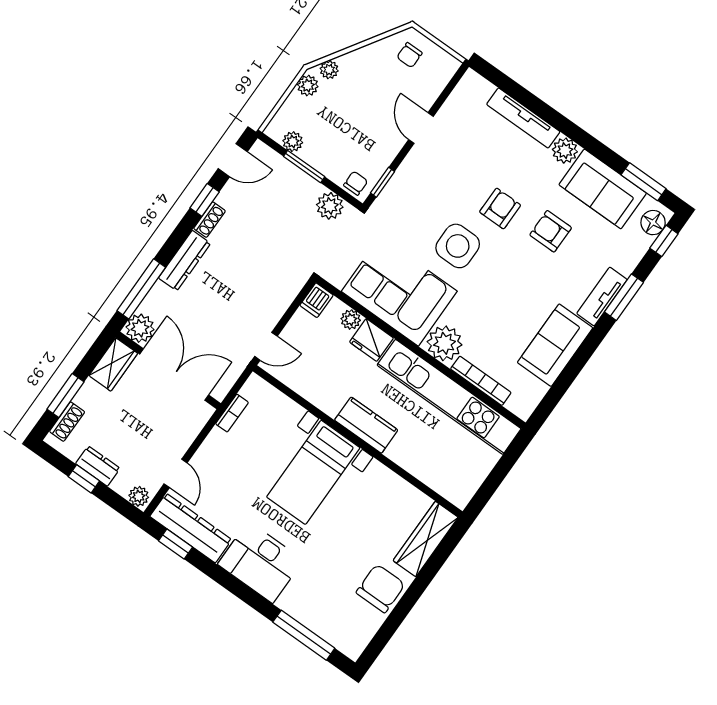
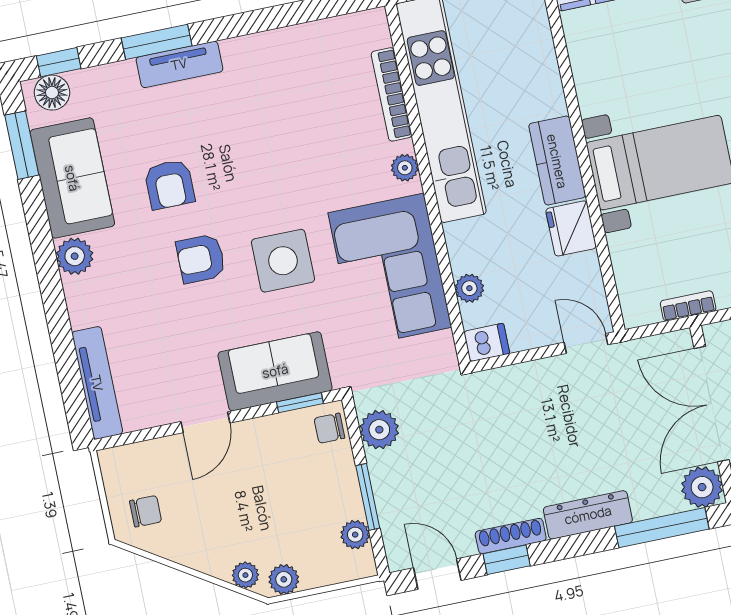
tv unit: (523, 118) -> (97, 383), moved
shoe rack: (210, 220) -> (511, 536), width x1.43
fridge: (371, 340) -> (571, 228), moved, turned 180
plant: (444, 343) -> (405, 168), width x0.53, depth x0.53
sofa: (555, 345) -> (275, 371), moved, turned 180

